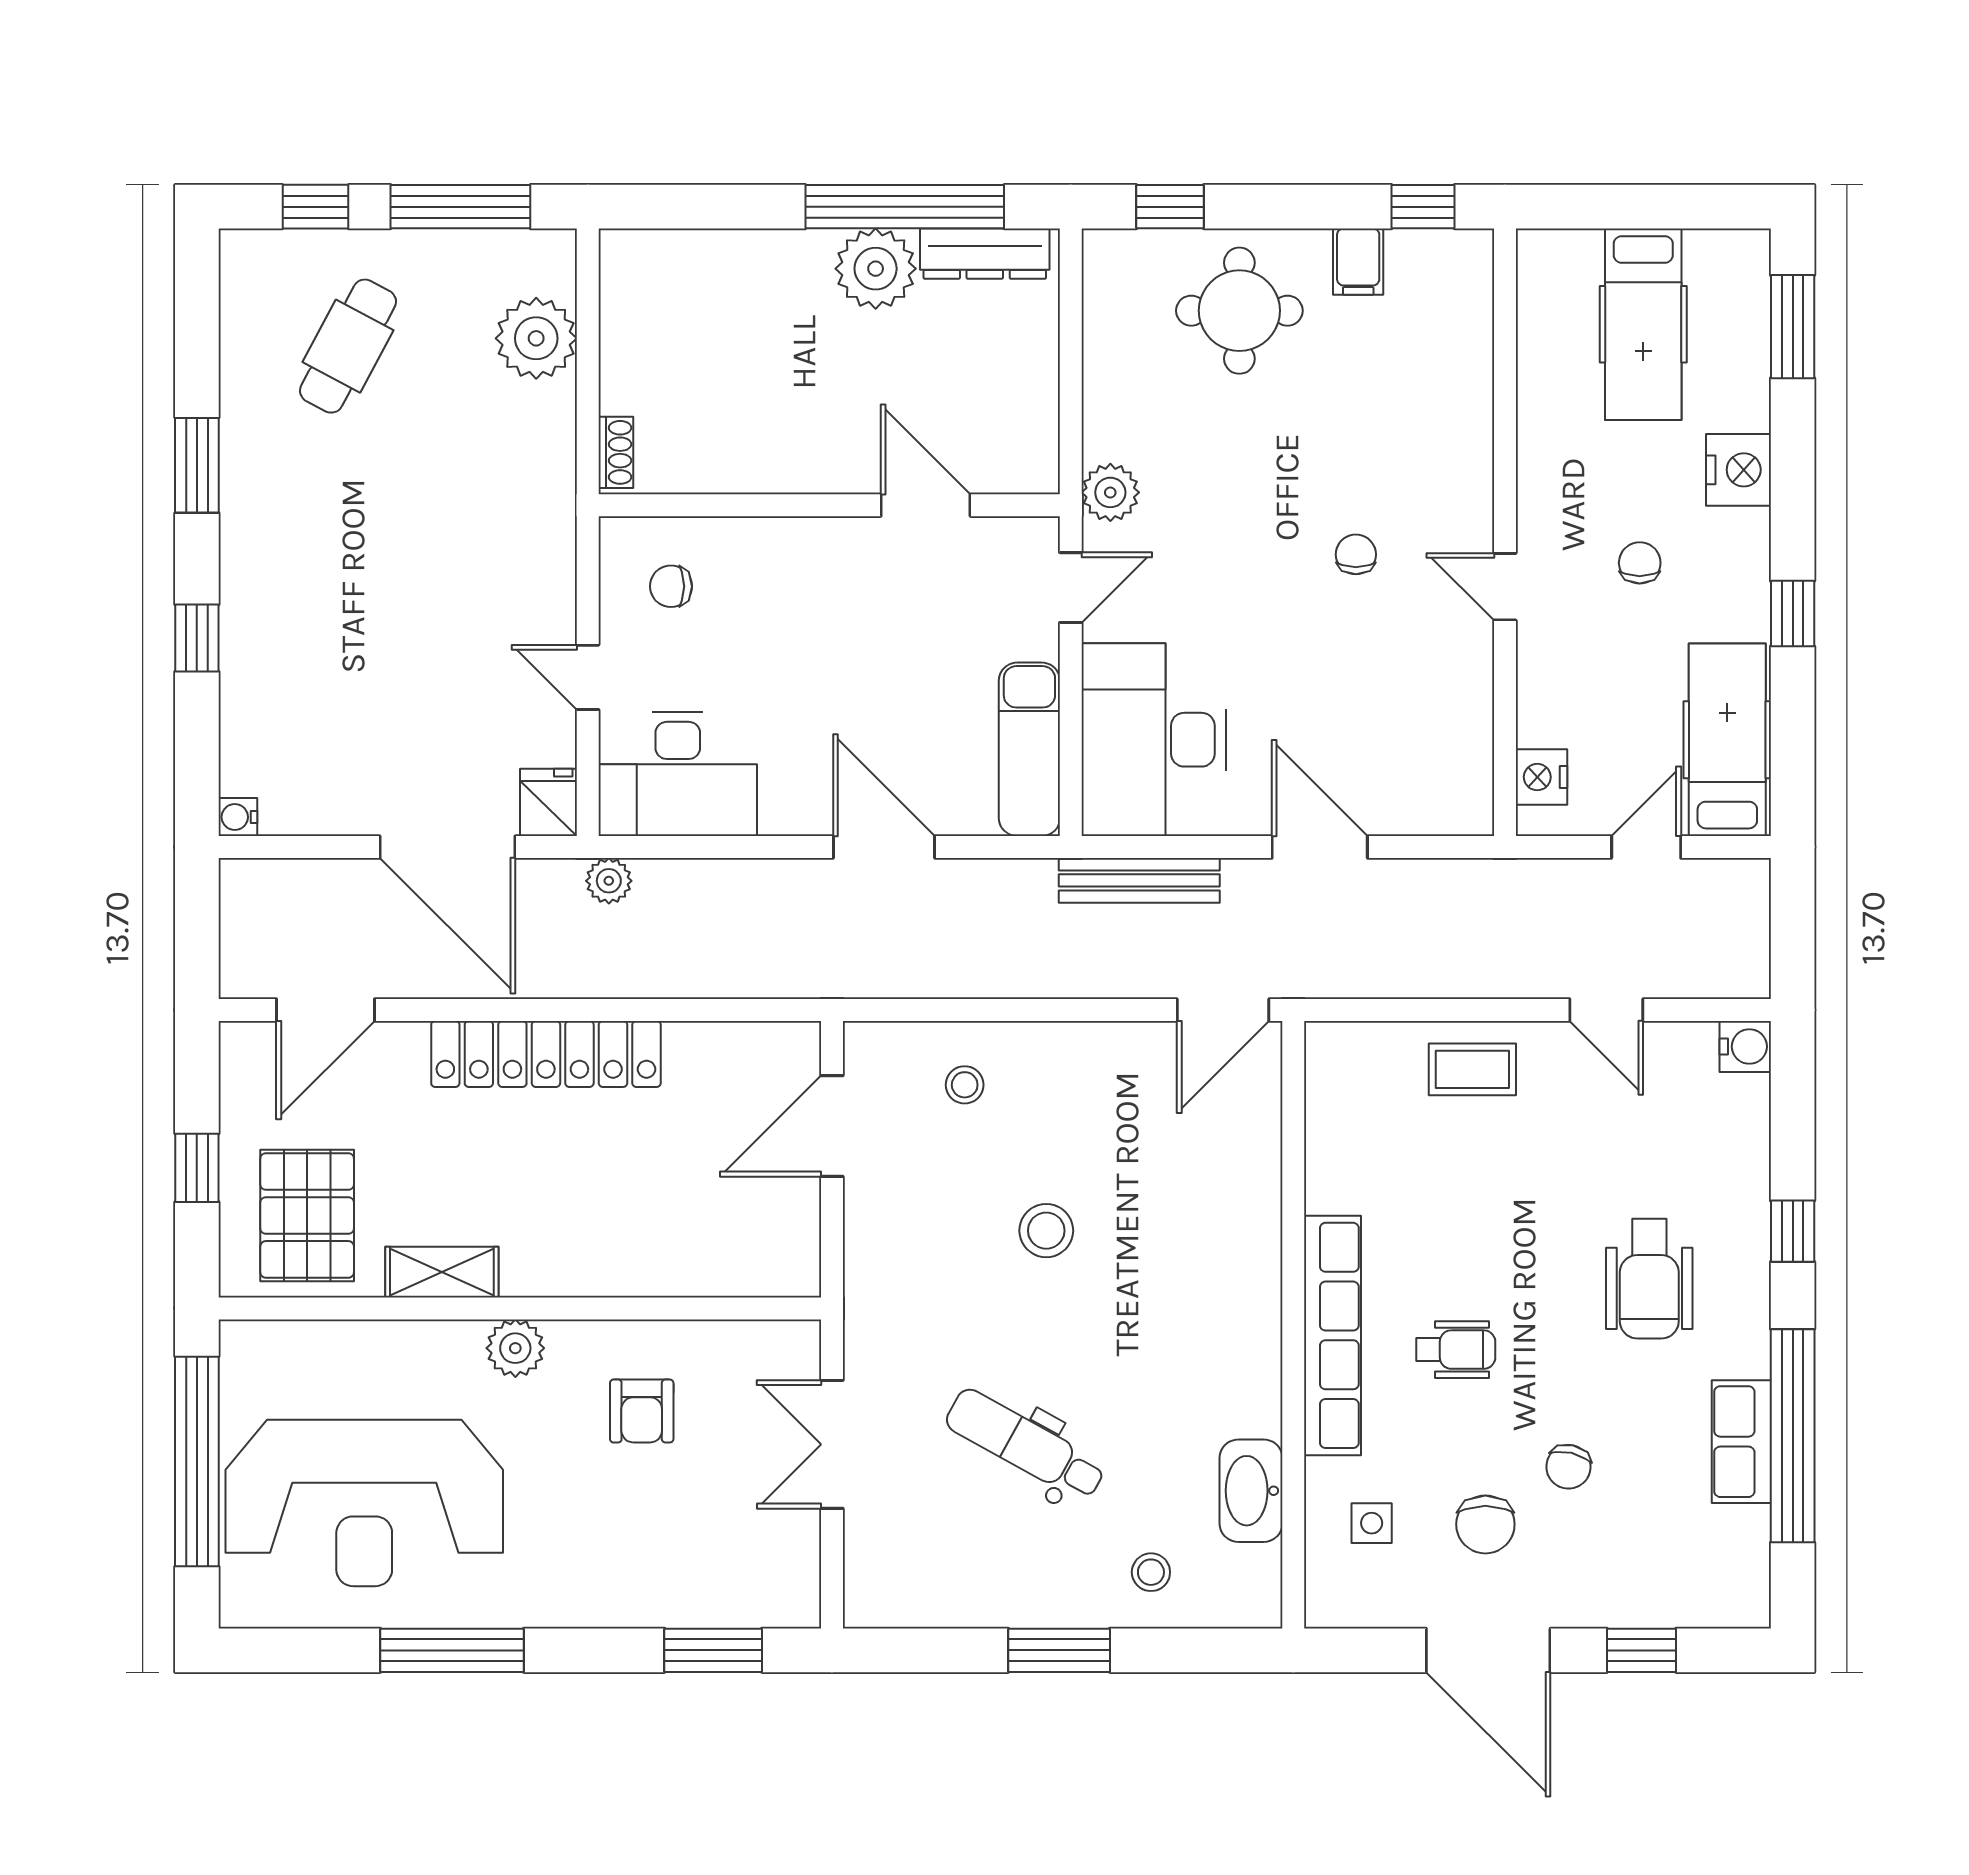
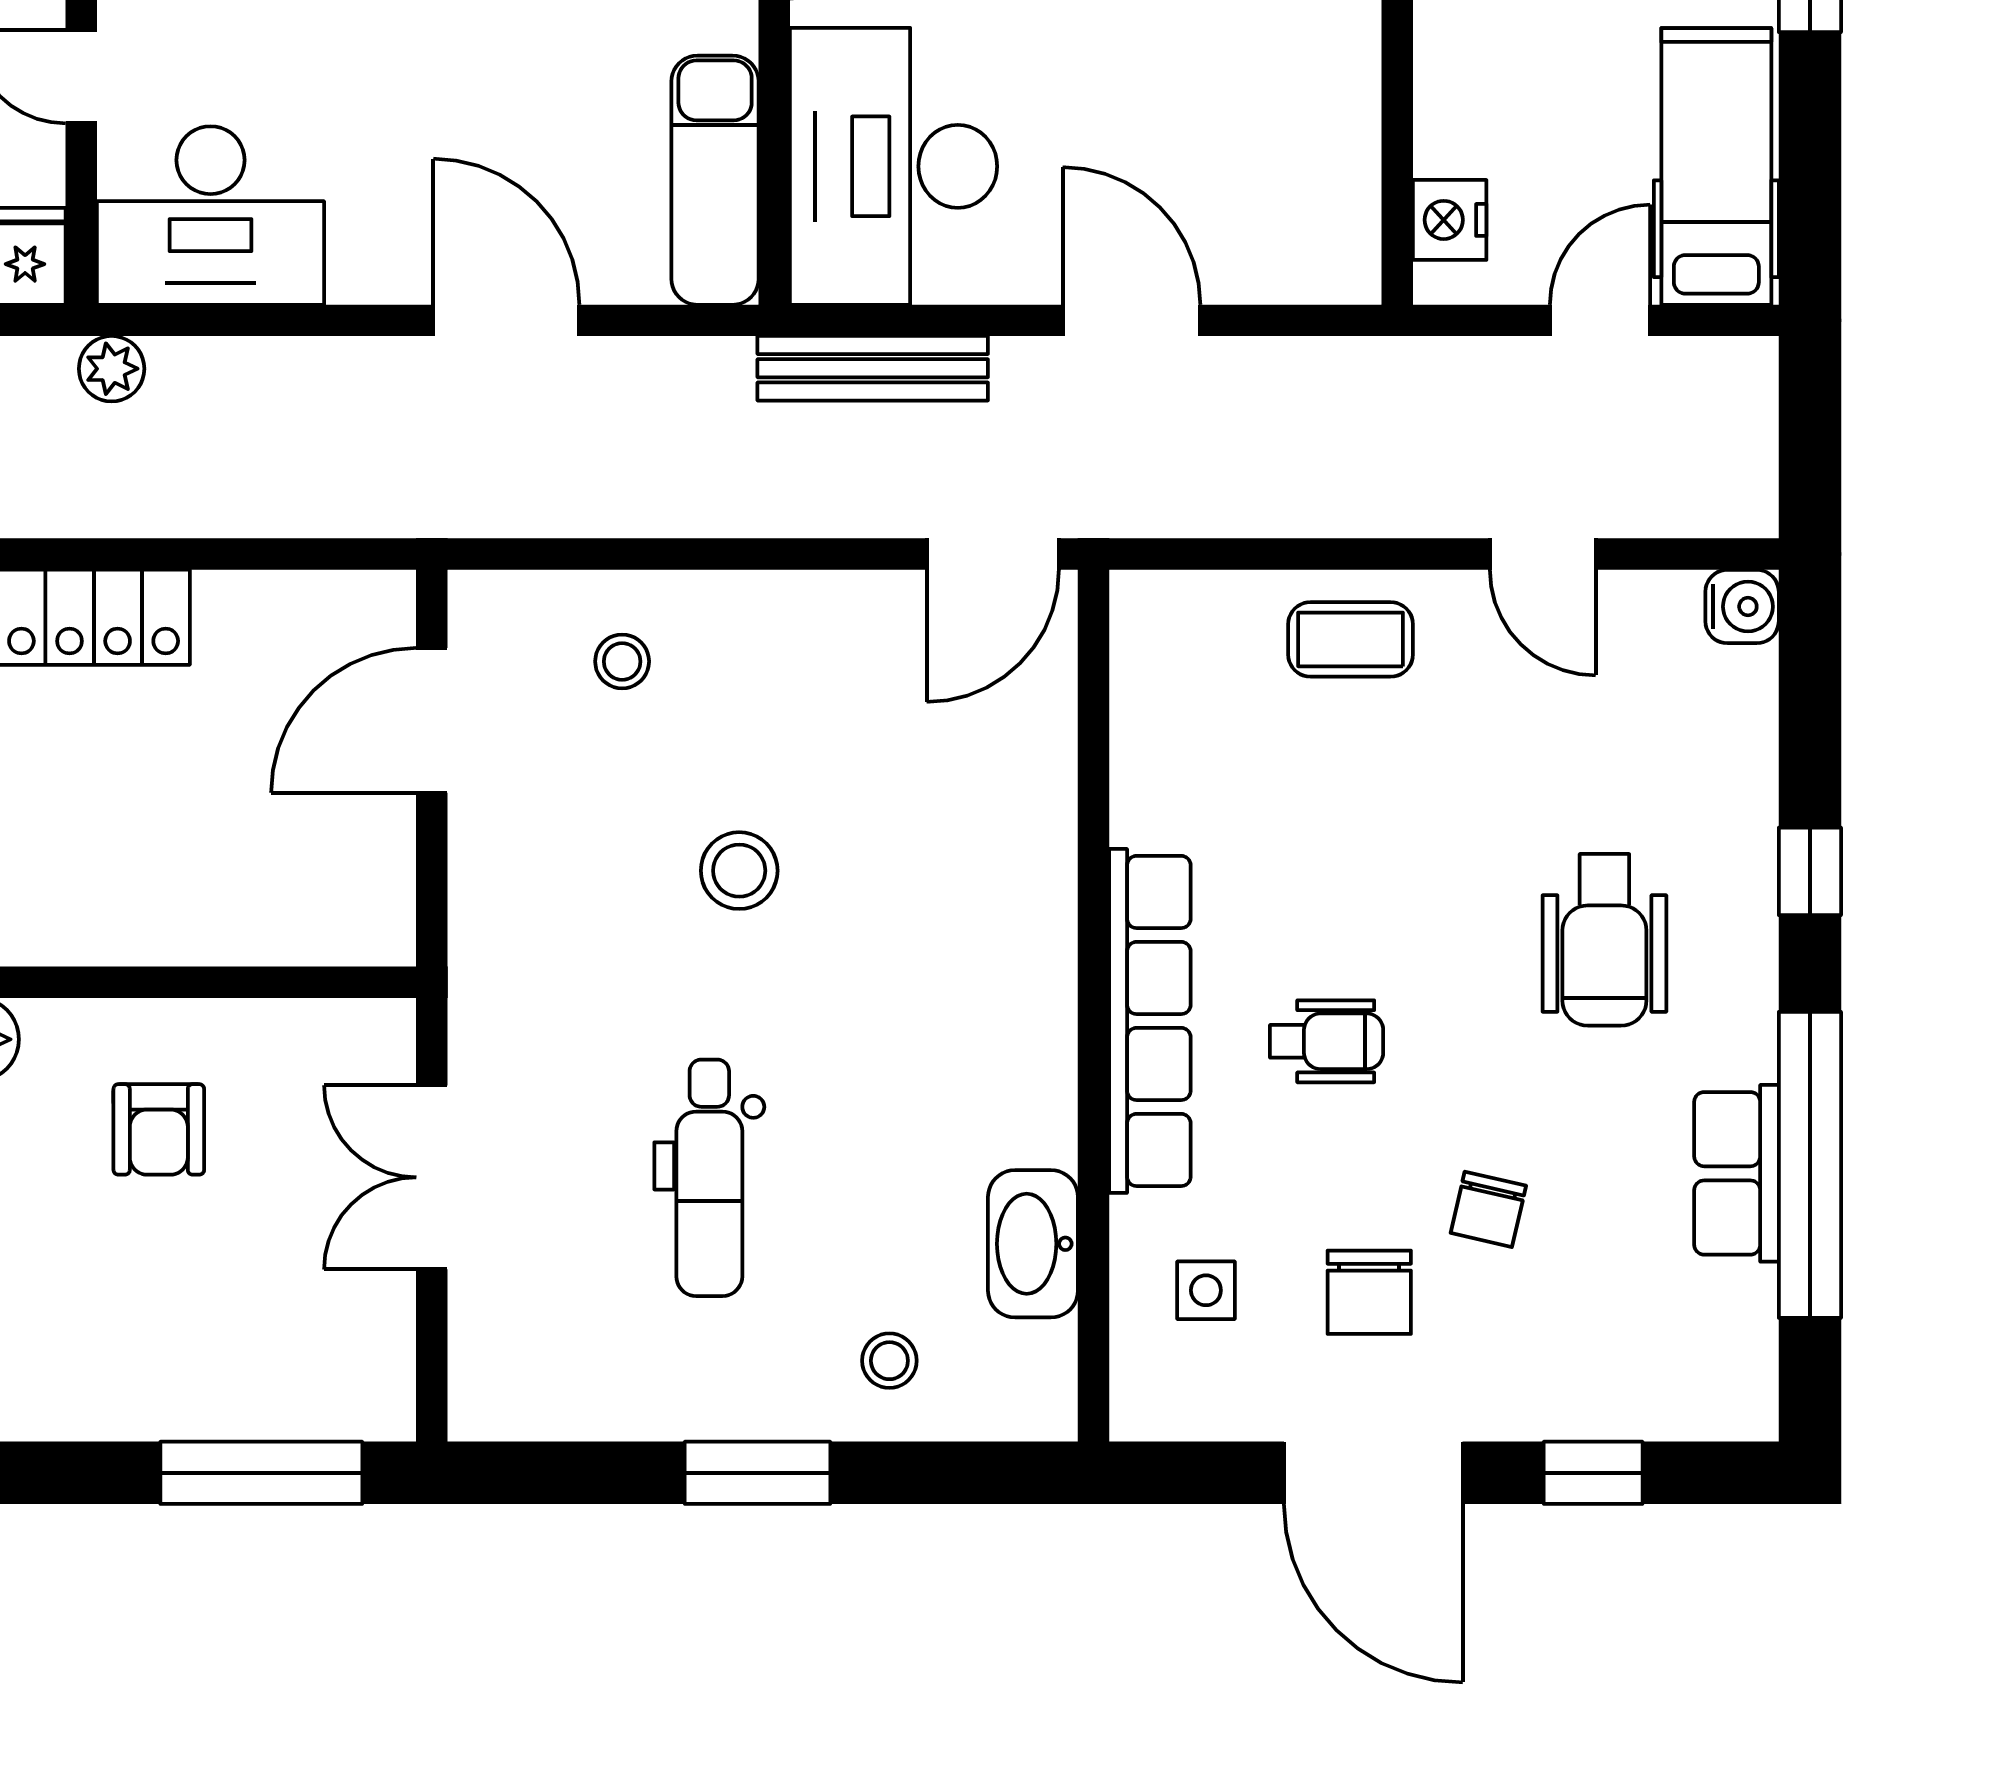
dental chair: (1025, 1445) -> (709, 1178), turned -119
window: (713, 1650) -> (261, 1473), width x1.44

